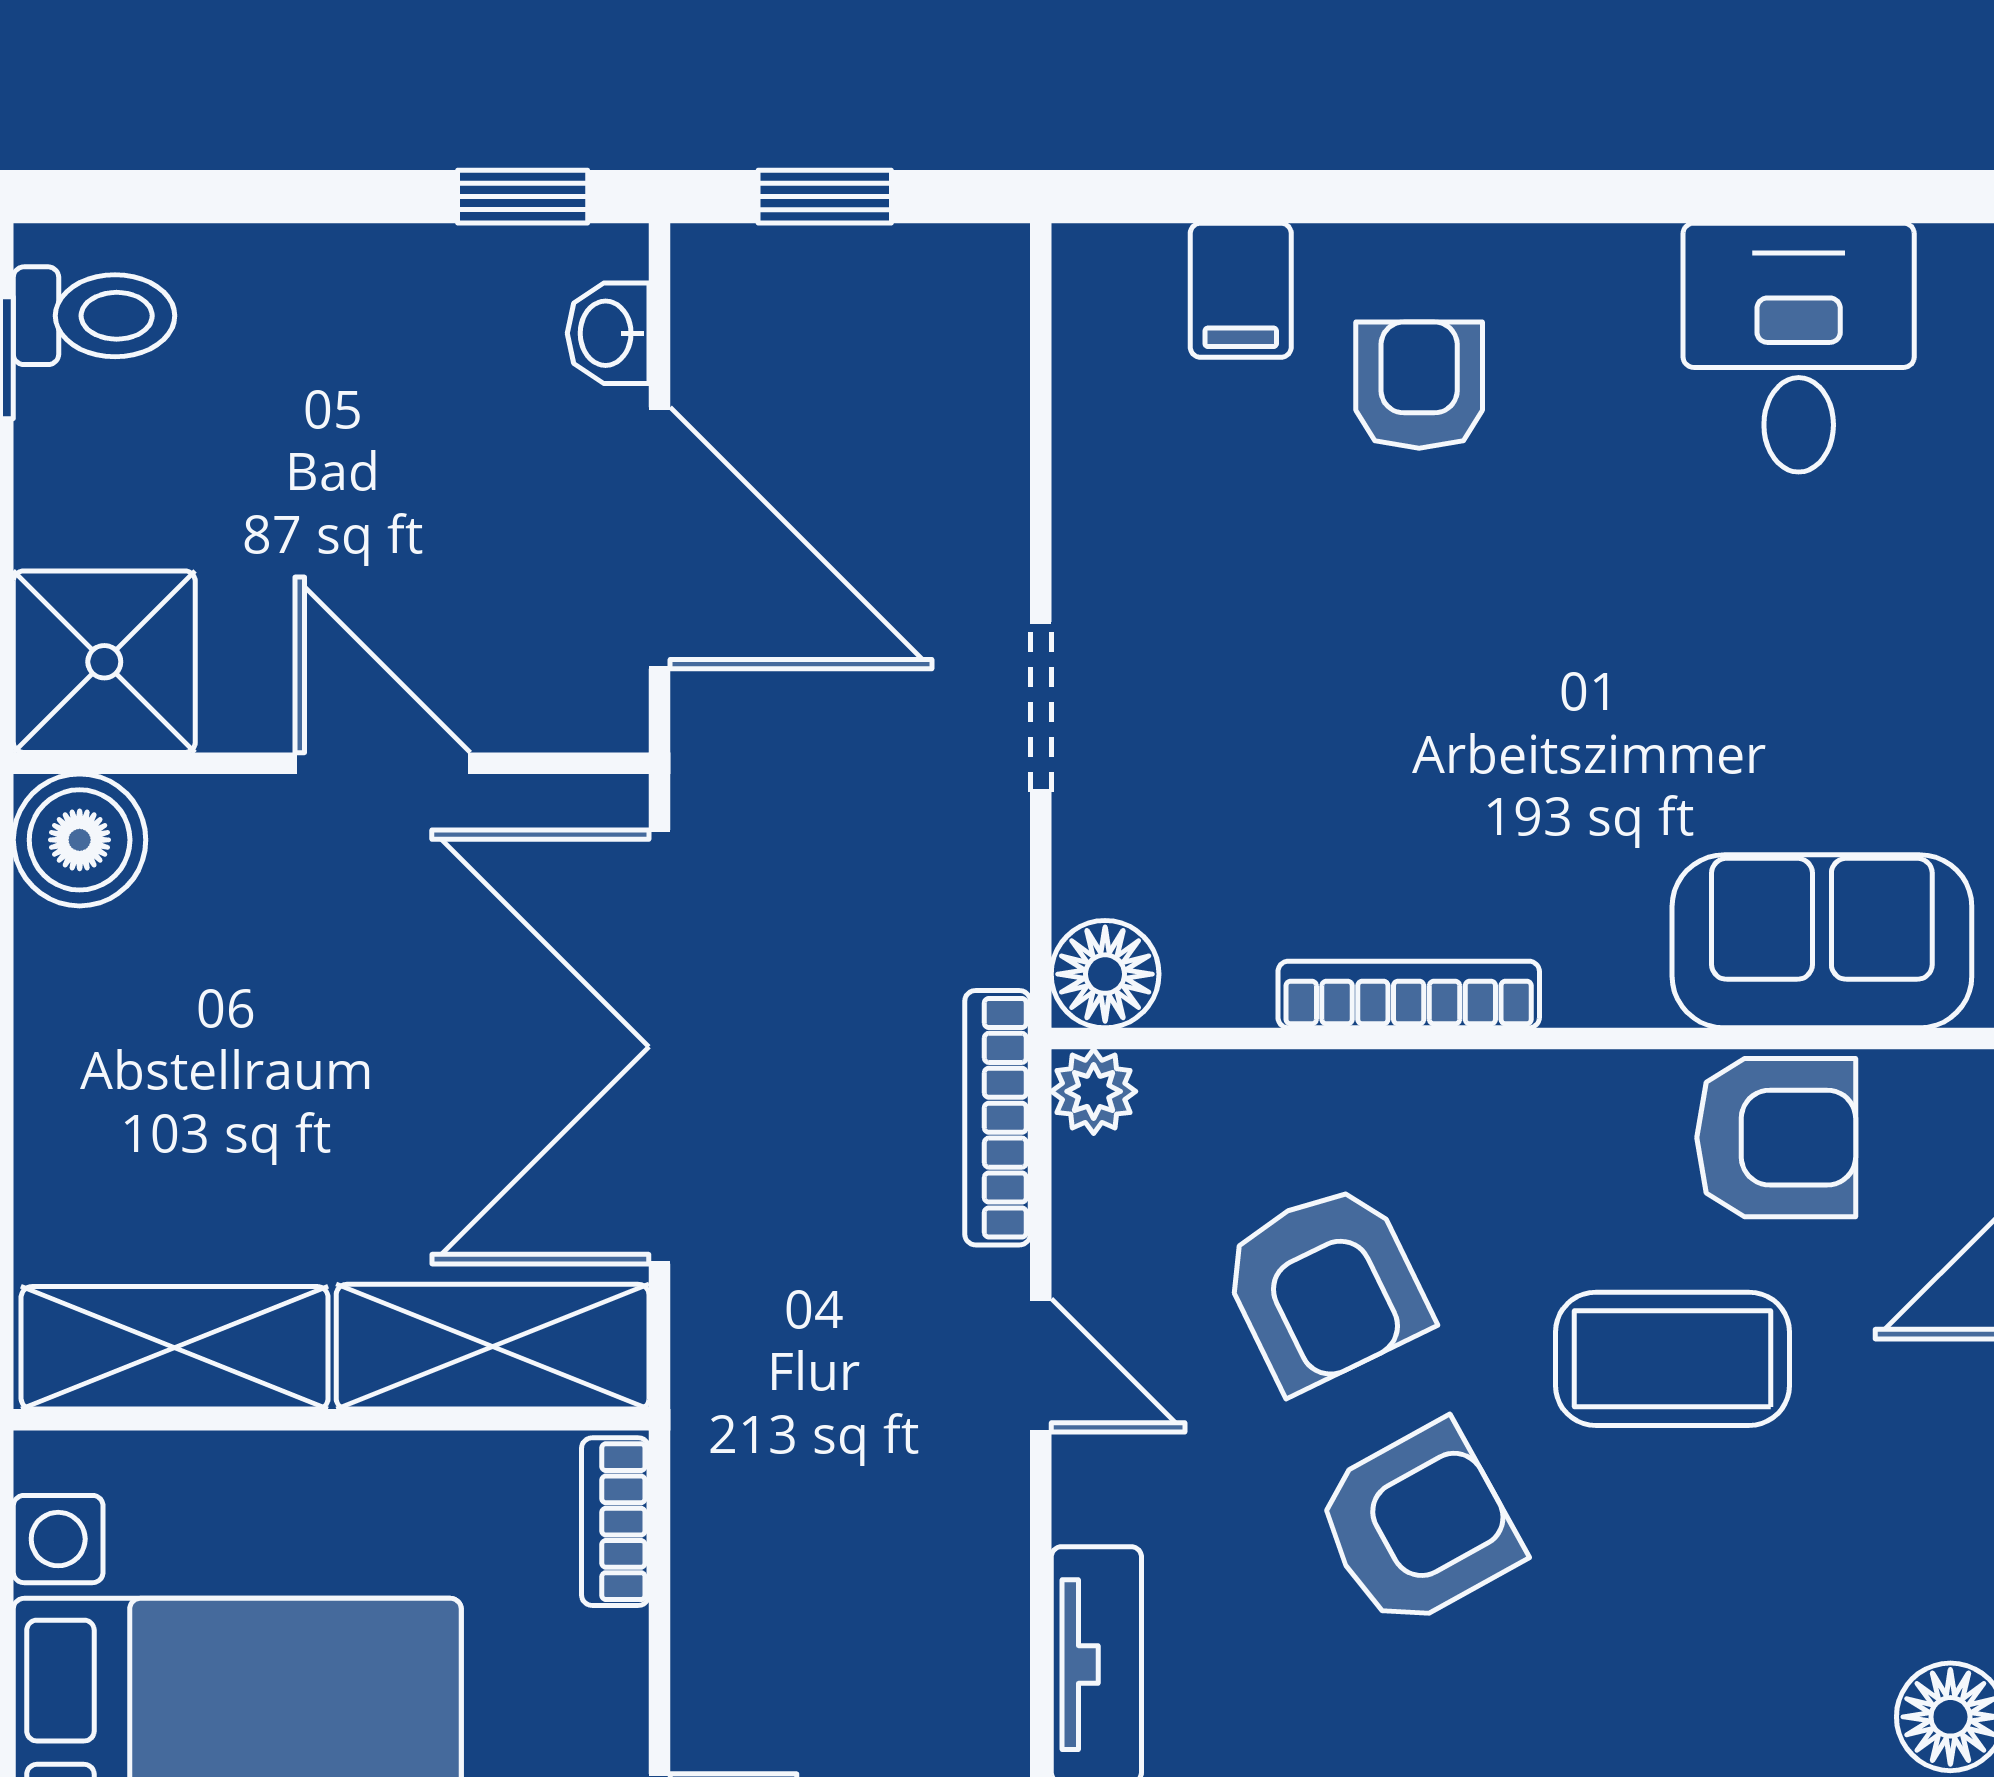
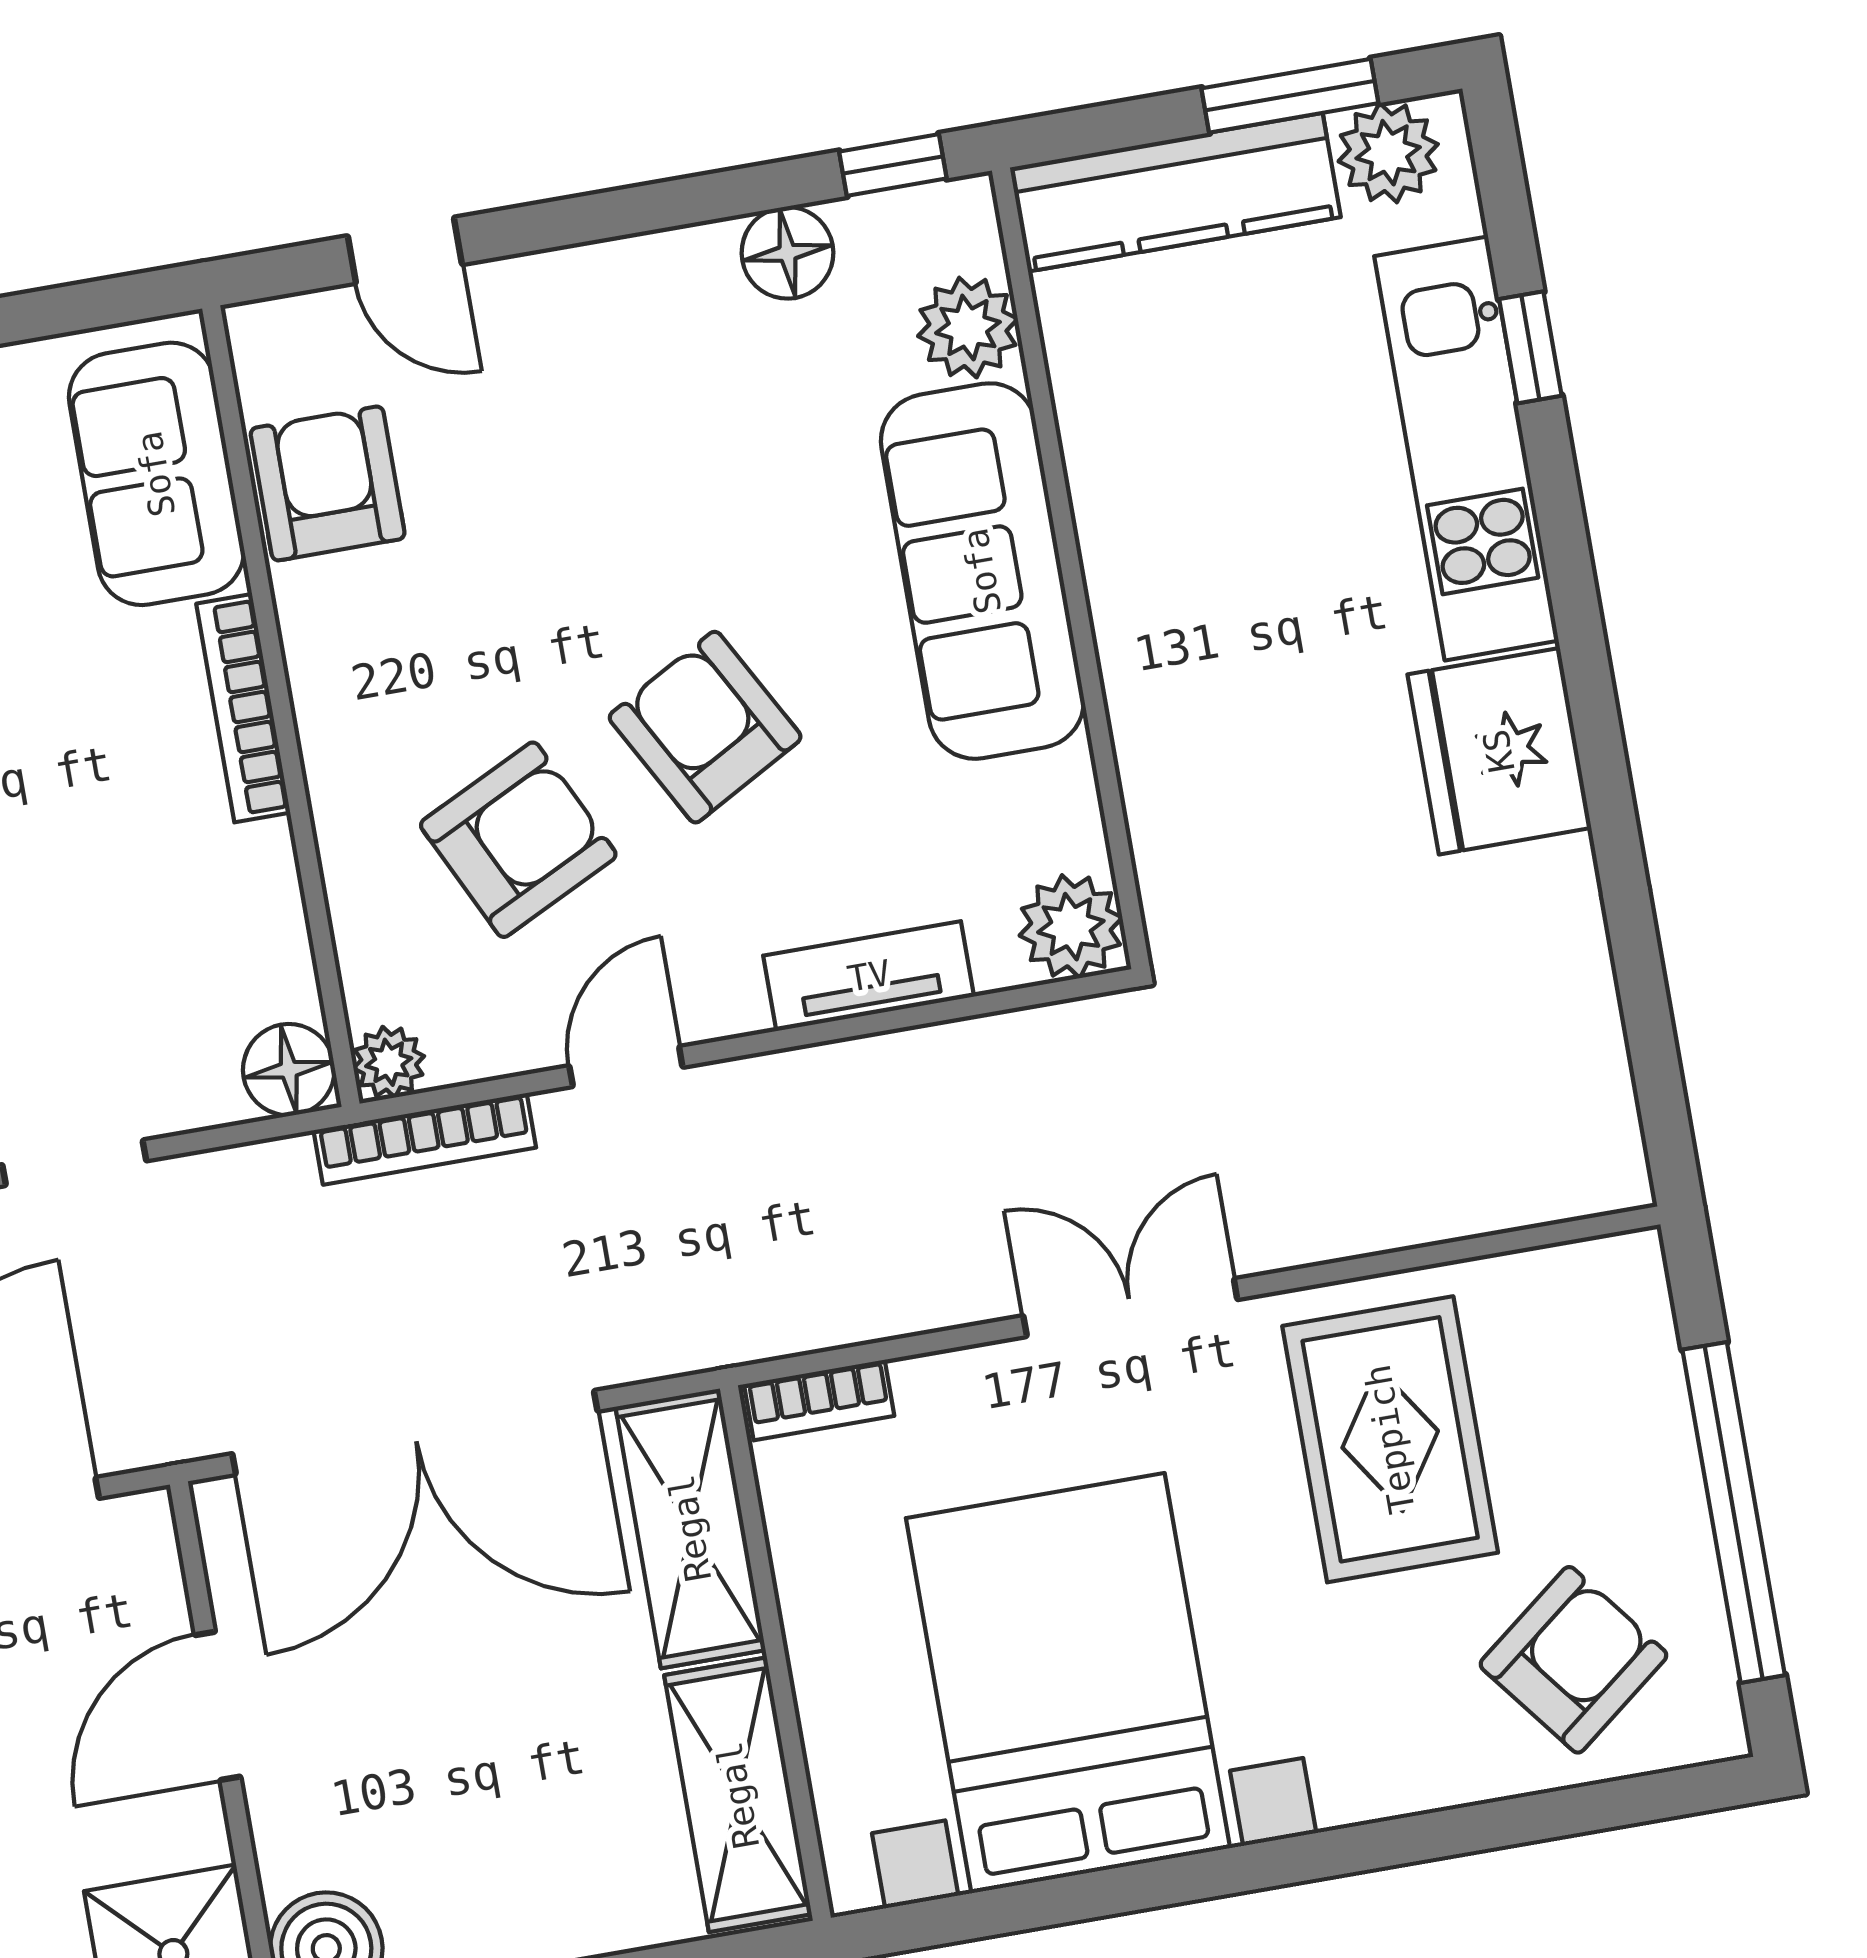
bookcase: (1409, 994) -> (243, 708), moved
coffee table: (1672, 1359) -> (528, 538), removed

